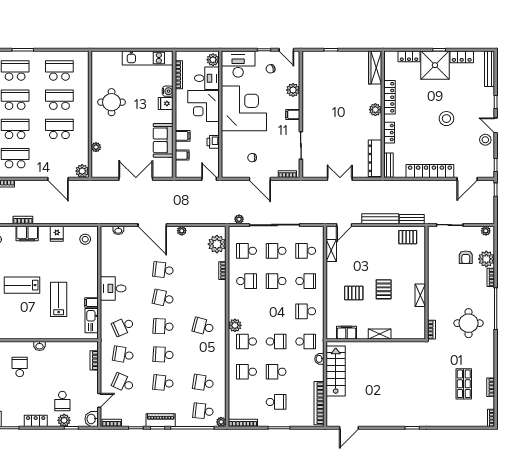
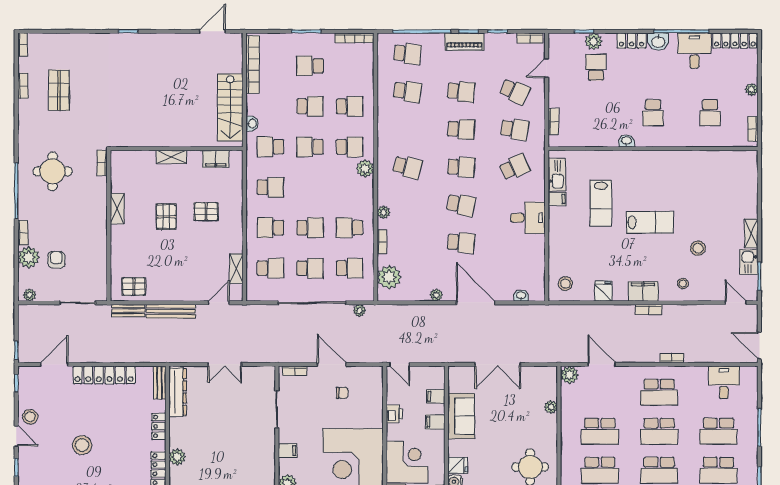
washbasin: (92, 419) -> (658, 42), moved, turned 90
plant: (221, 422) -> (383, 212), moved

